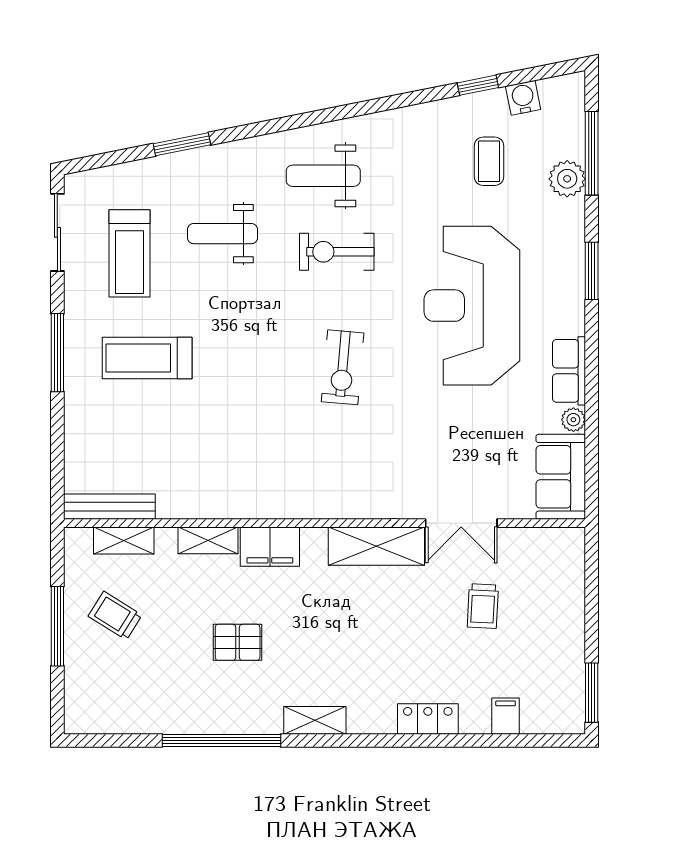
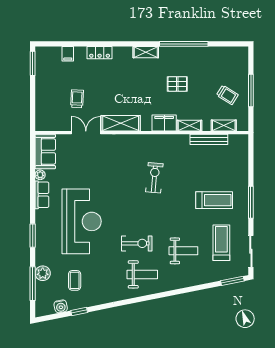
window: (182, 144) -> (232, 281), moved
exercise bike: (343, 367) -> (154, 178), moved
bench: (109, 507) -> (209, 139), moved

